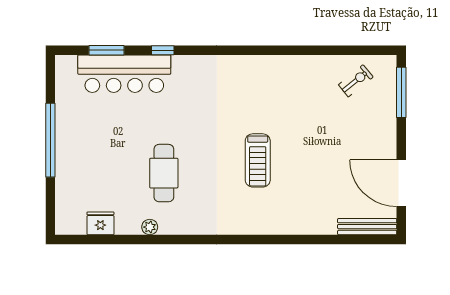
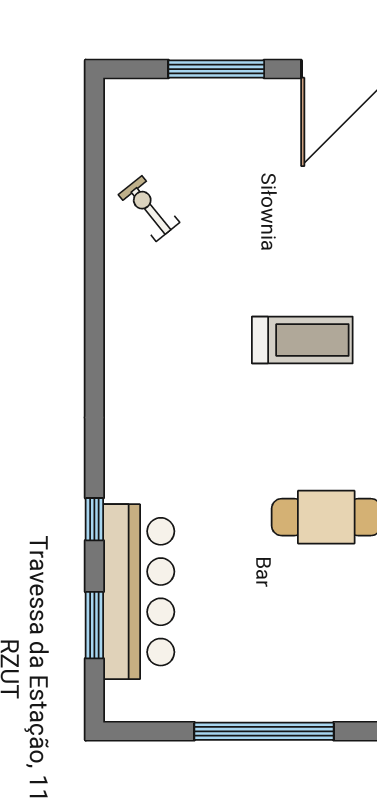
exercise bike: (356, 81) -> (149, 209), moved
window: (401, 92) -> (216, 69), moved

